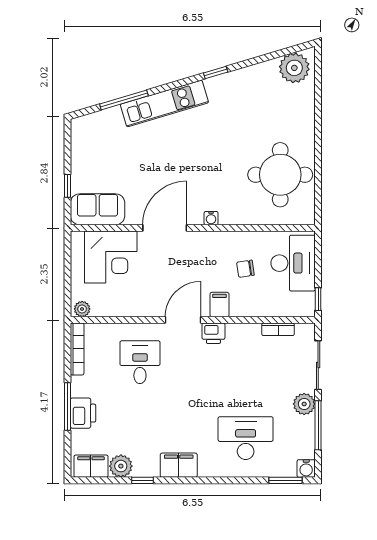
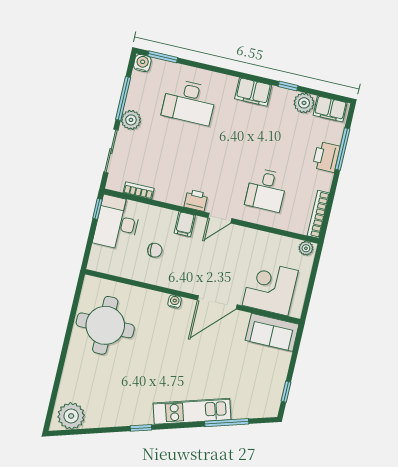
window: (68, 186) -> (286, 392), moved
desk: (293, 263) -> (117, 223), moved
door: (183, 320) -> (220, 218), width x0.73
window: (68, 406) -> (342, 149), moved

